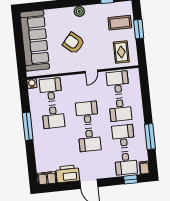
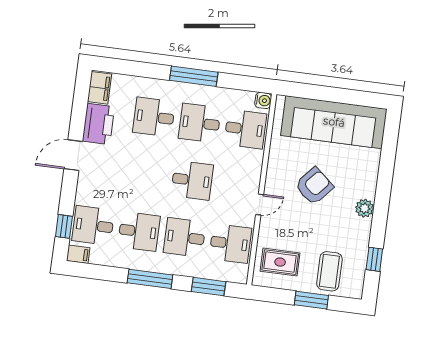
door: (91, 71) -> (260, 204), swing flipped
window: (145, 89) -> (209, 287), added
window: (150, 137) -> (150, 279), moved
desk: (90, 140) -> (154, 117), moved

